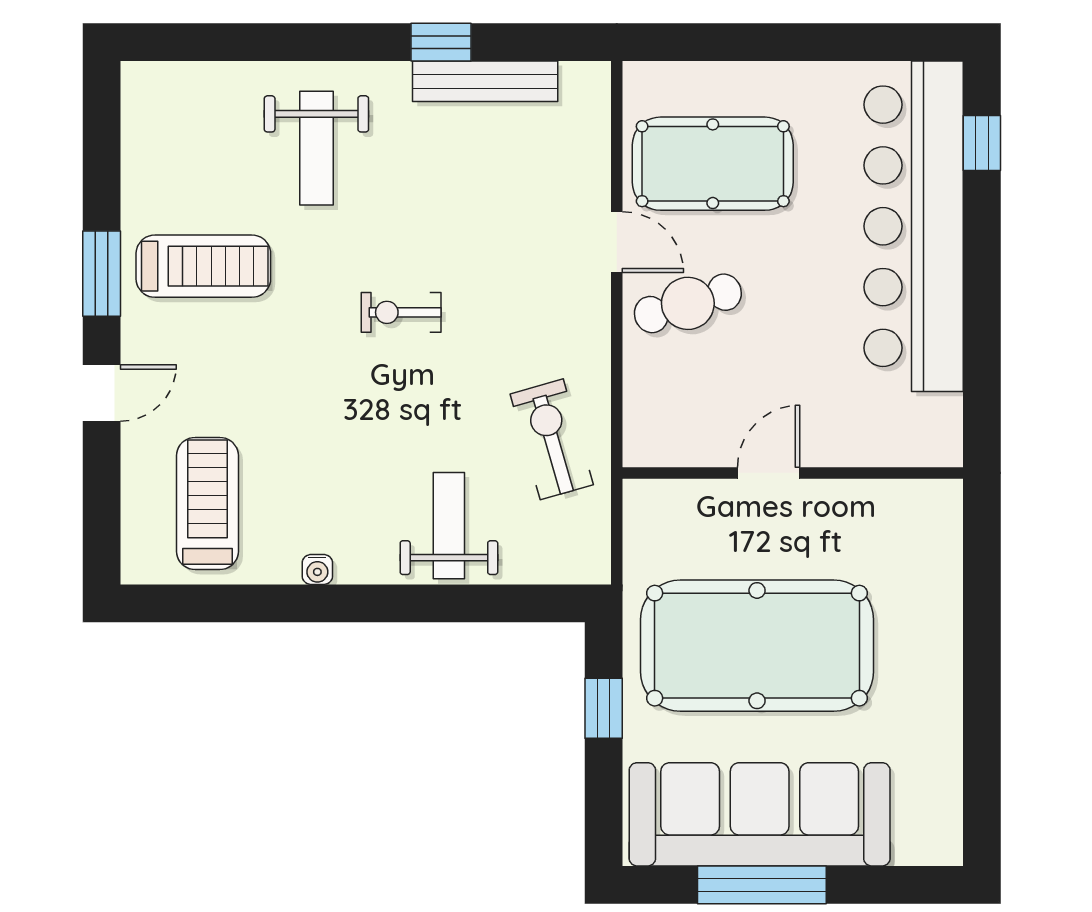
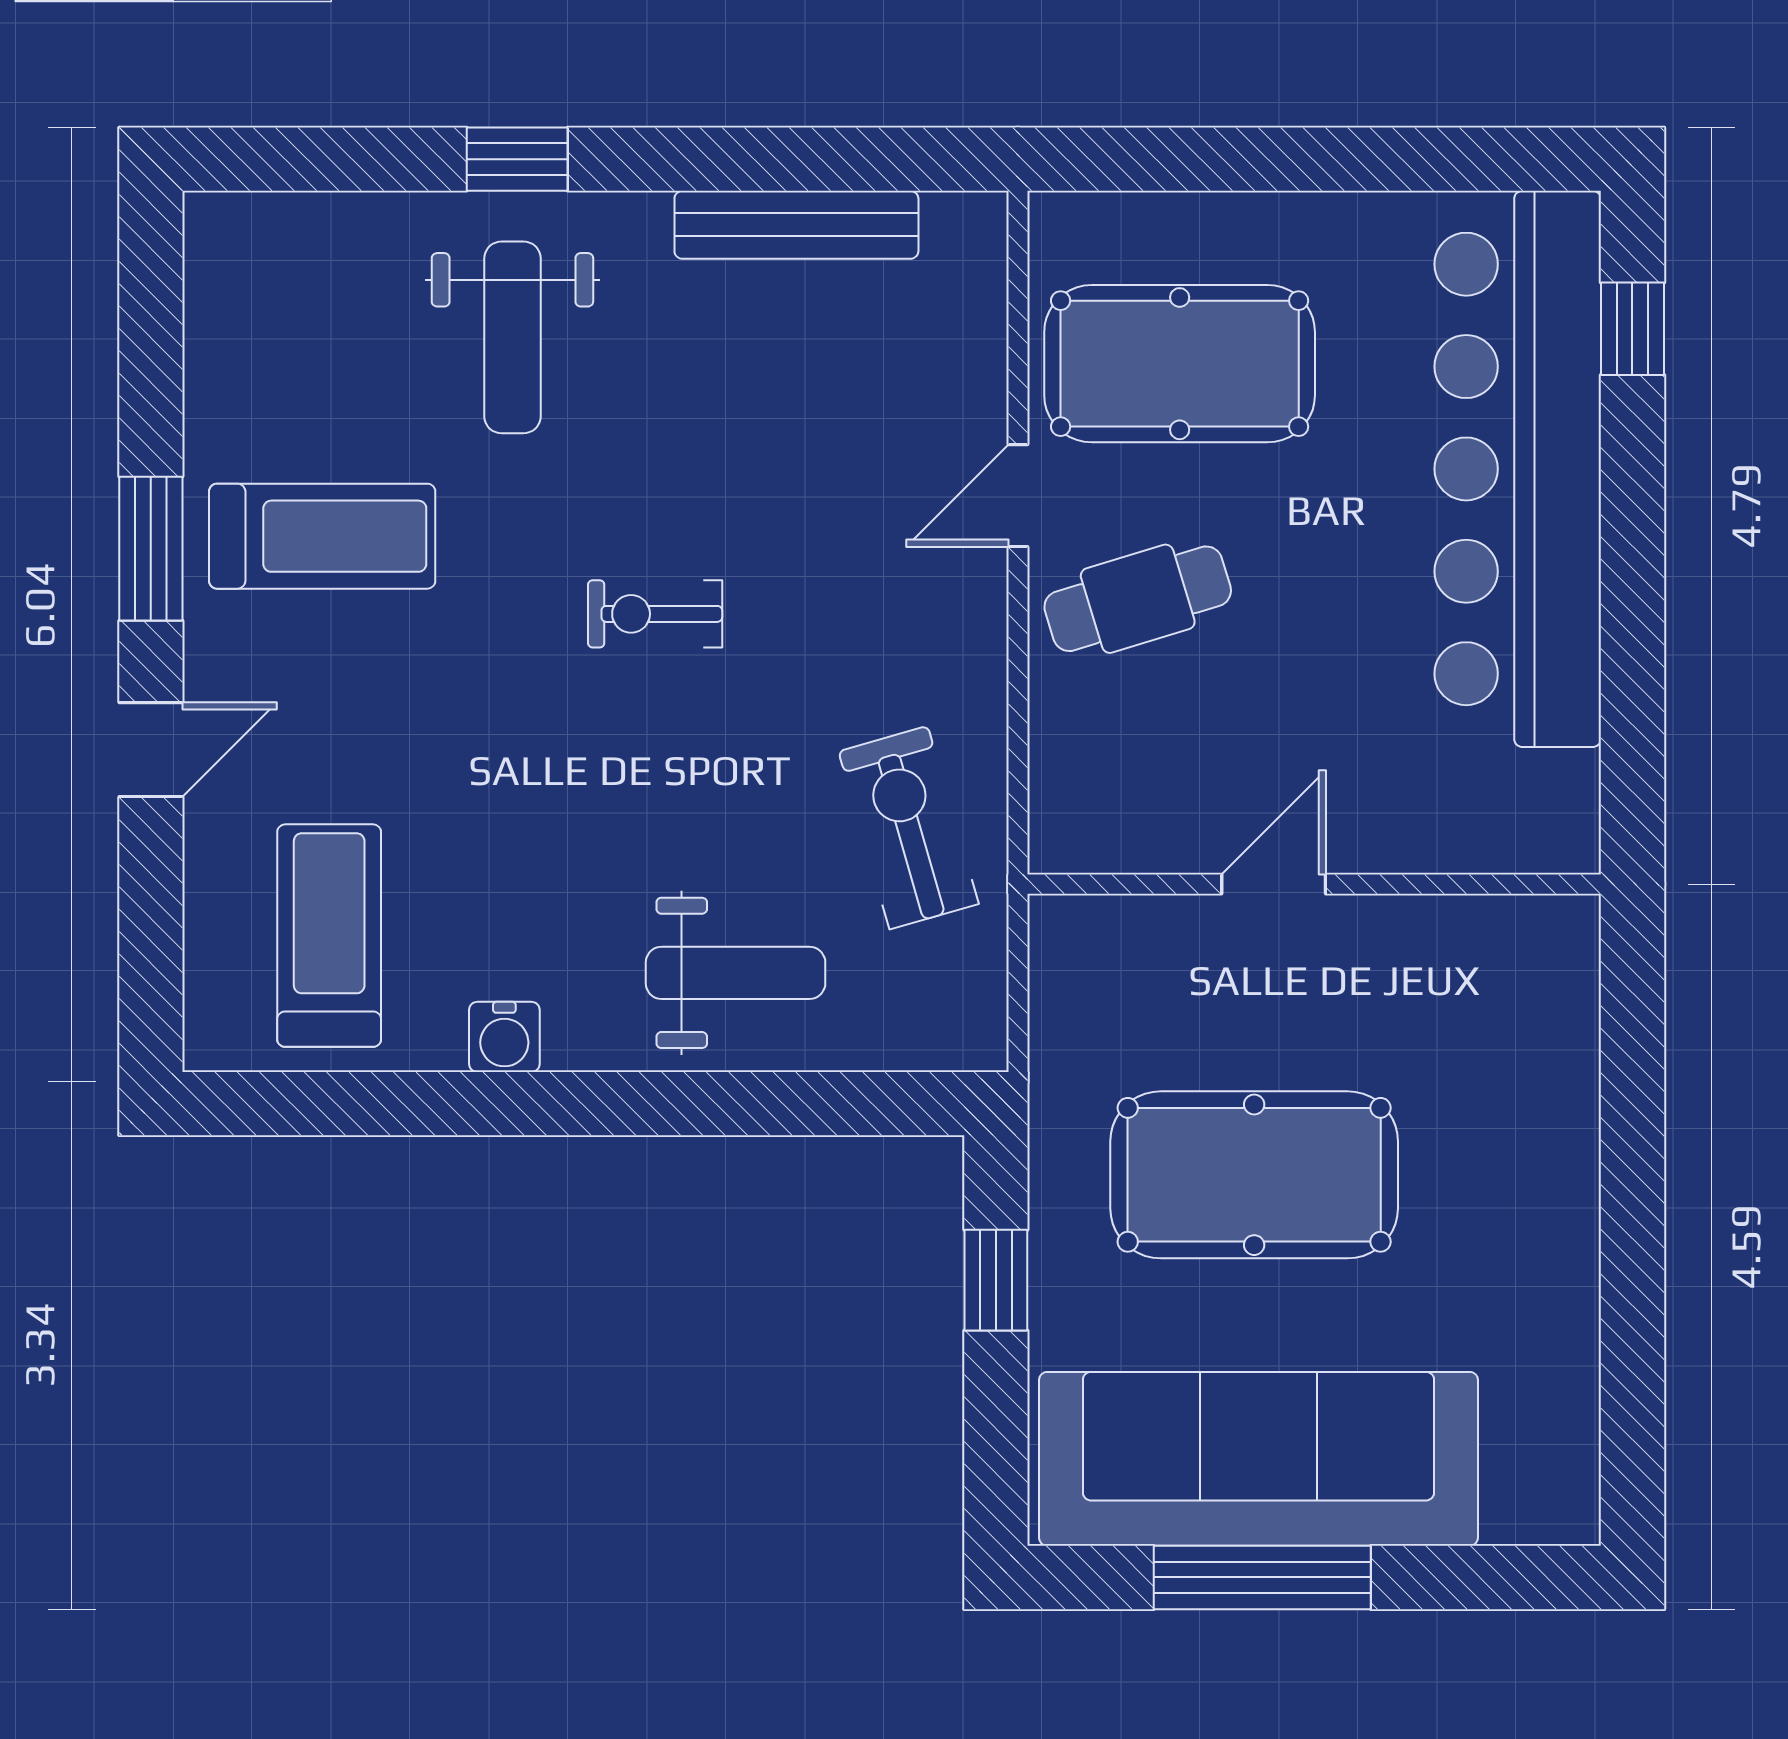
window: (441, 42) -> (517, 159), moved
door: (617, 242) -> (1018, 496), swing flipped
weight bench: (449, 526) -> (736, 973), turned 90
water cooler: (317, 569) -> (504, 1037), width x1.38, depth x1.38
pool table: (757, 646) -> (1254, 1175), width x0.73, depth x0.76

